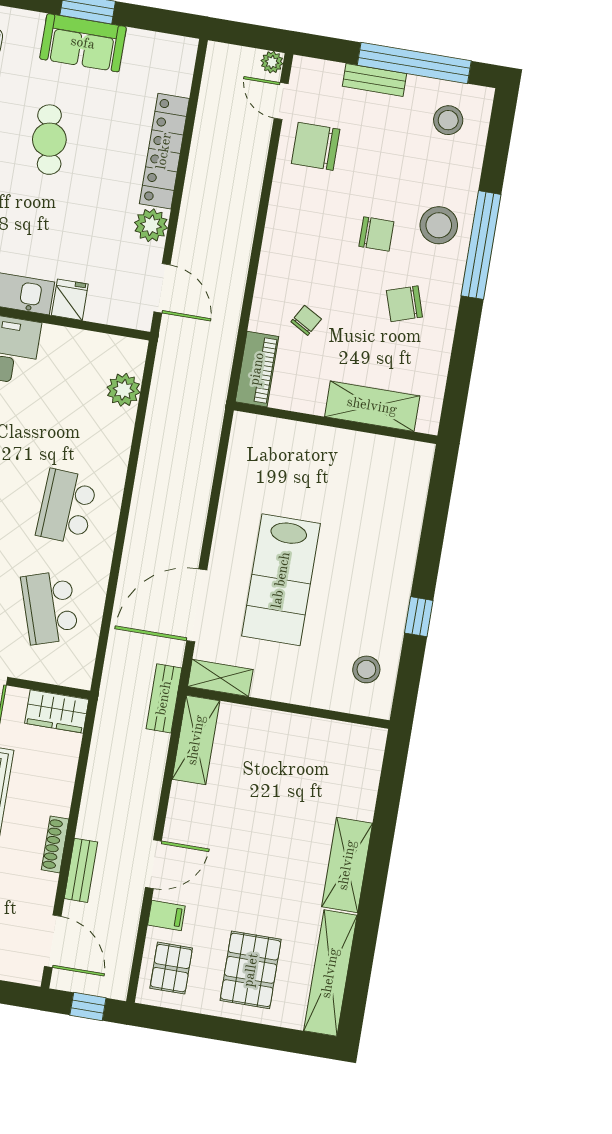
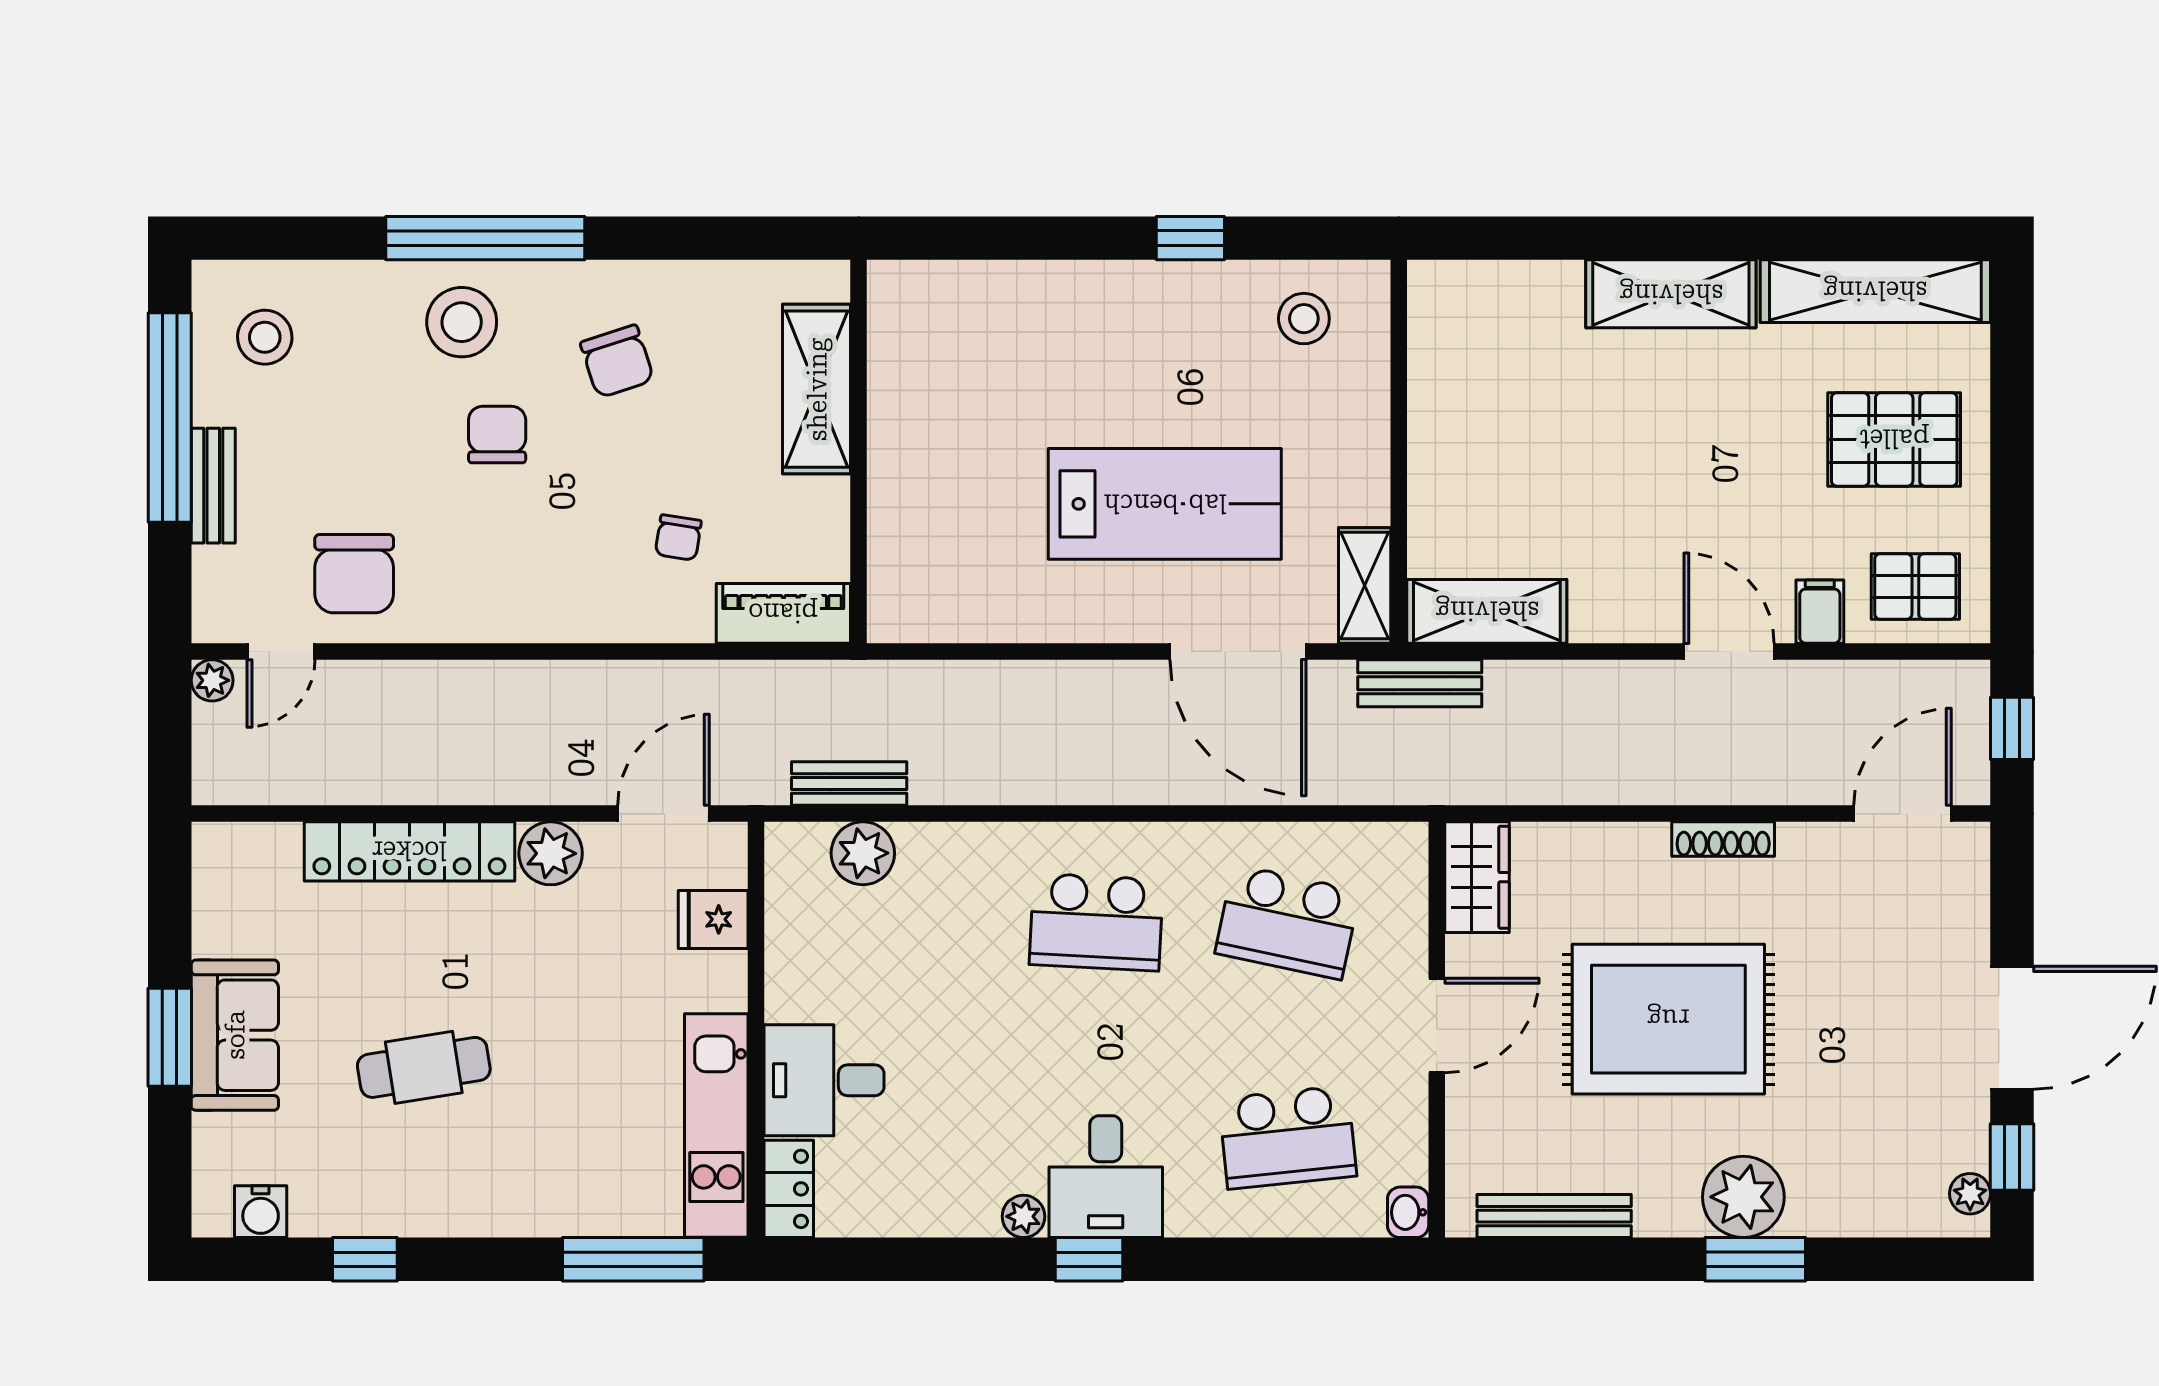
fridge: (70, 300) -> (713, 919), moved
chair: (306, 320) -> (678, 538), turned -111
school desk: (50, 608) -> (1288, 922), turned 30
bench: (81, 870) -> (849, 783), moved

